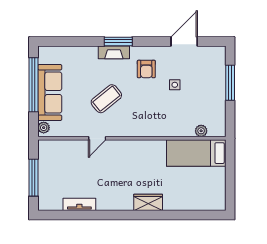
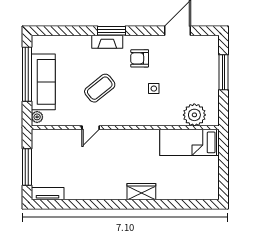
armchair: (146, 69) -> (140, 58), turned 90
side table: (175, 85) -> (154, 89), moved
plant: (201, 131) -> (194, 115), width x1.87, depth x1.87
tv unit: (79, 204) -> (48, 194), moved

